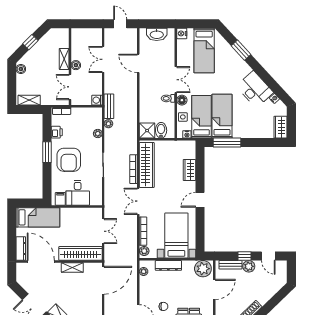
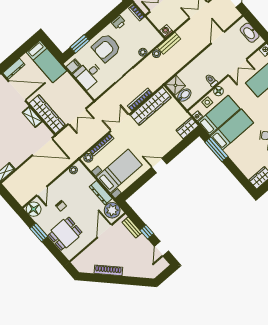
double door: (176, 80) -> (237, 67), moved
window: (47, 152) -> (80, 44), moved
wardrobe: (189, 170) -> (187, 128), moved
door: (41, 261) -> (17, 91), hinge flipped
dresser: (168, 265) -> (101, 193), moved
plant: (249, 266) -> (142, 241), removed
door: (214, 289) -> (105, 231), swing flipped

